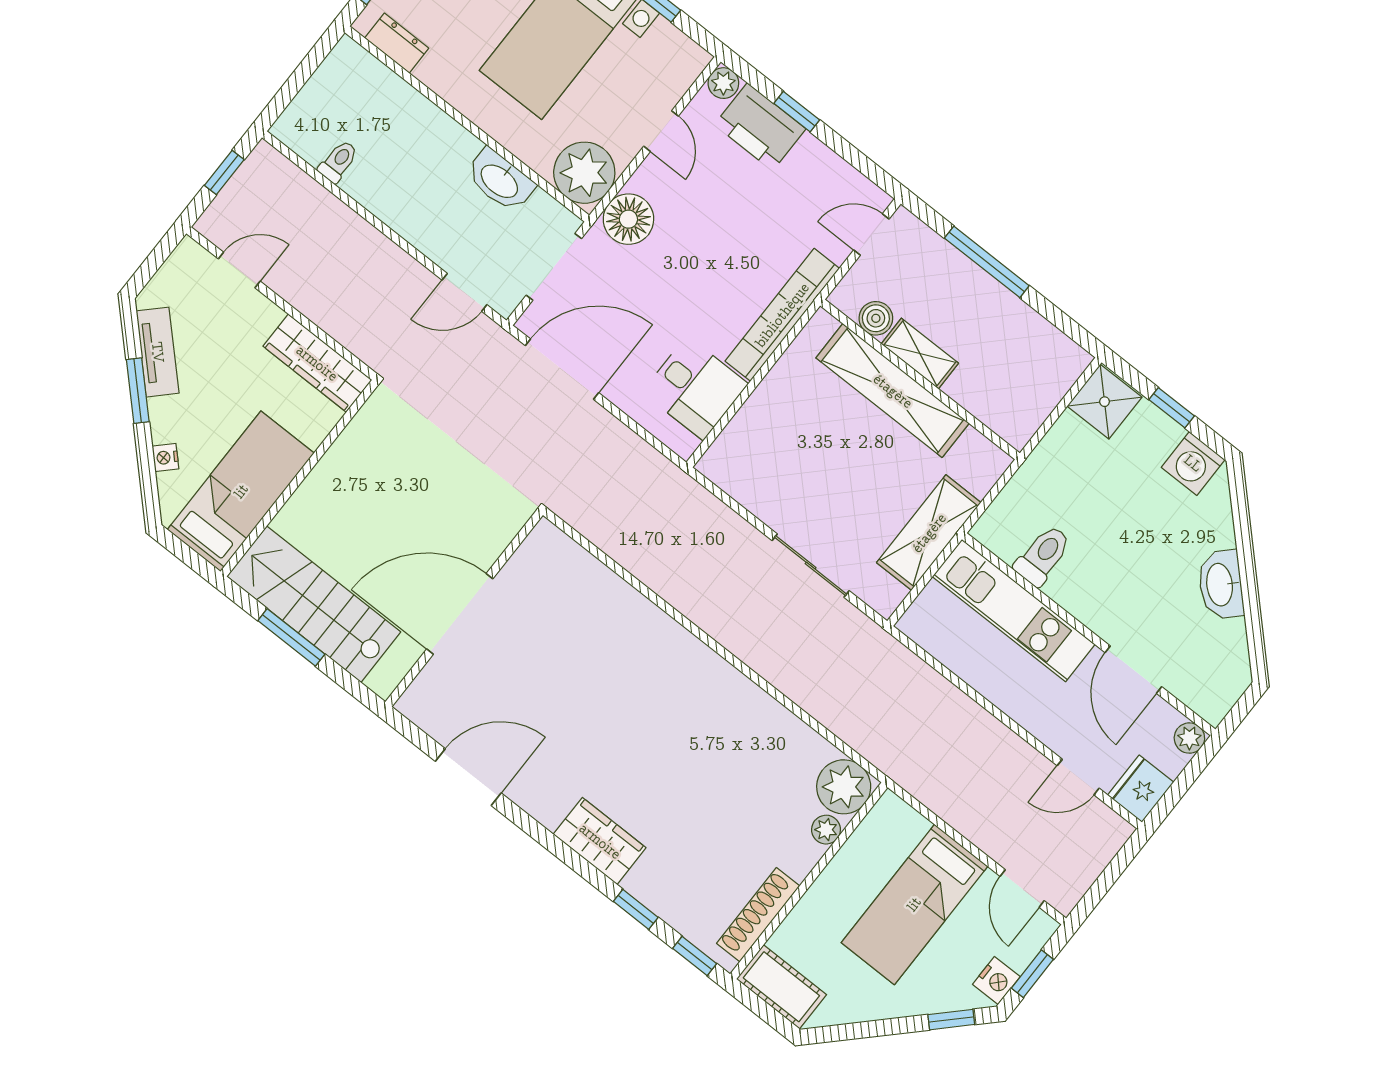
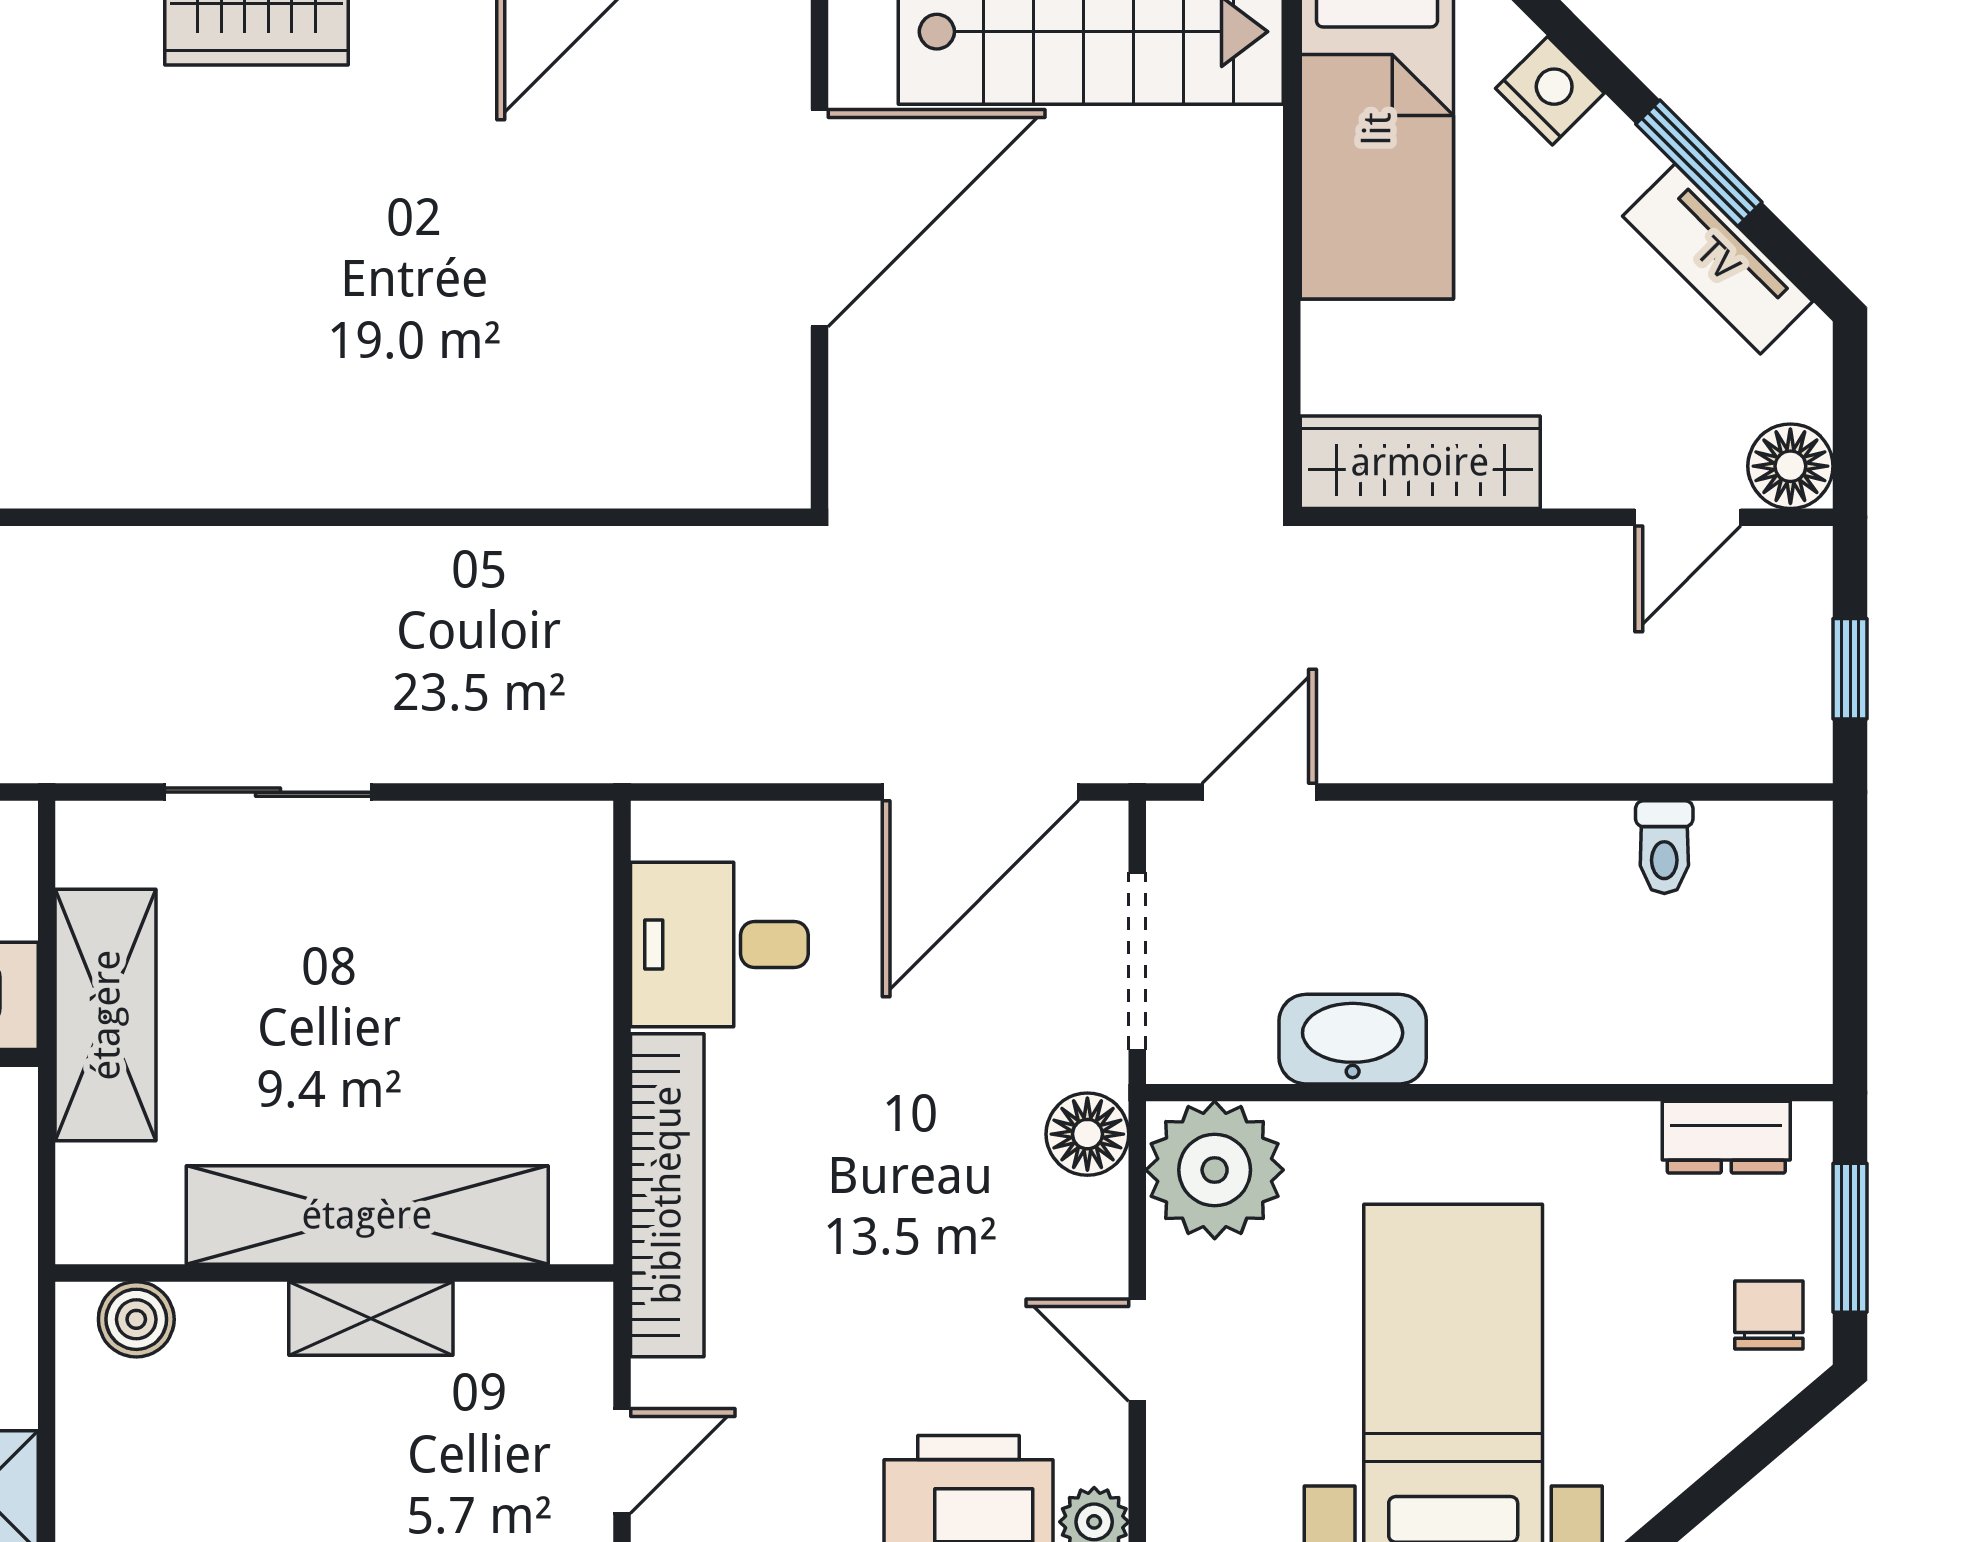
floor lamp: (628, 219) -> (1087, 1134), width x0.73, depth x0.73
floor lamp: (189, 260) -> (1790, 466), added
boiler: (876, 318) -> (136, 1319), moved
nightstand: (165, 457) -> (1550, 91), width x1.39, depth x1.35

